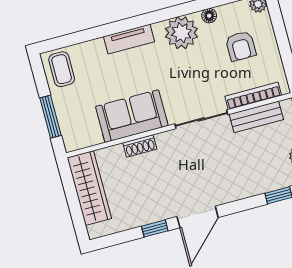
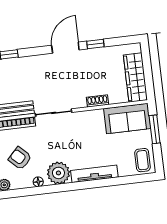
tv unit: (129, 39) -> (94, 174), width x1.41
armchair: (241, 46) -> (20, 158), turned -46
sofa: (132, 116) -> (127, 119), moved

